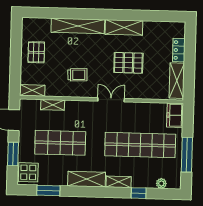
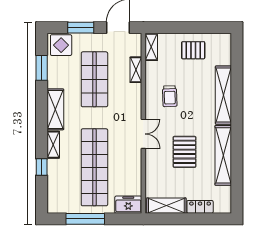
shelving: (124, 27) -> (223, 155), width x1.47
plant: (161, 183) -> (53, 192), removed

